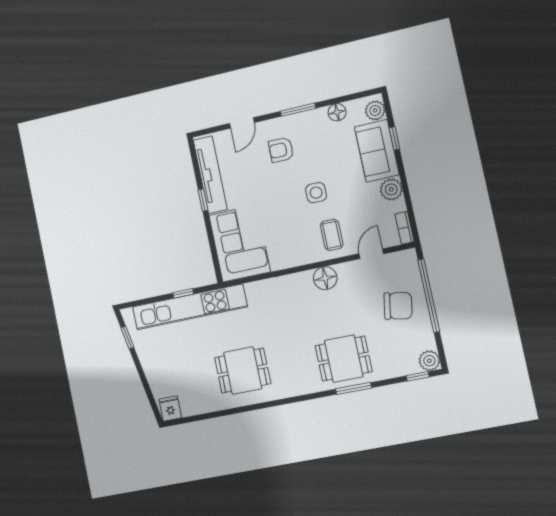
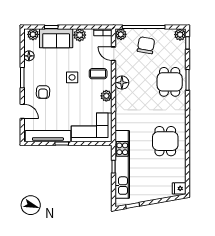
plant: (297, 257) -> (106, 96), added
plant: (408, 259) -> (121, 34), added

